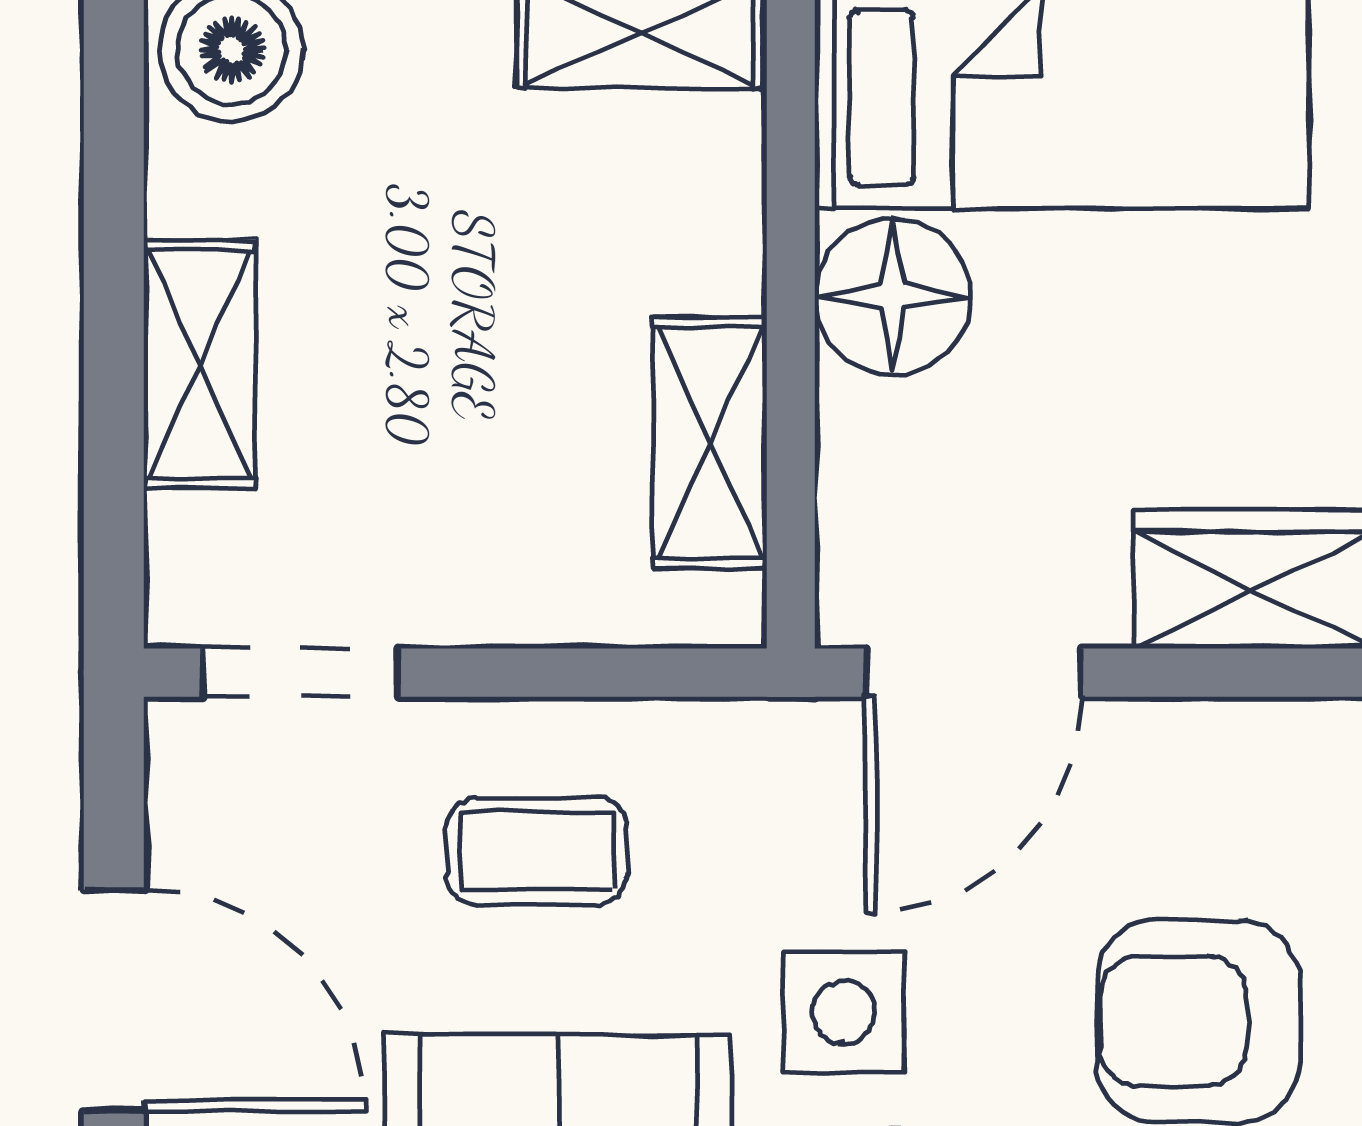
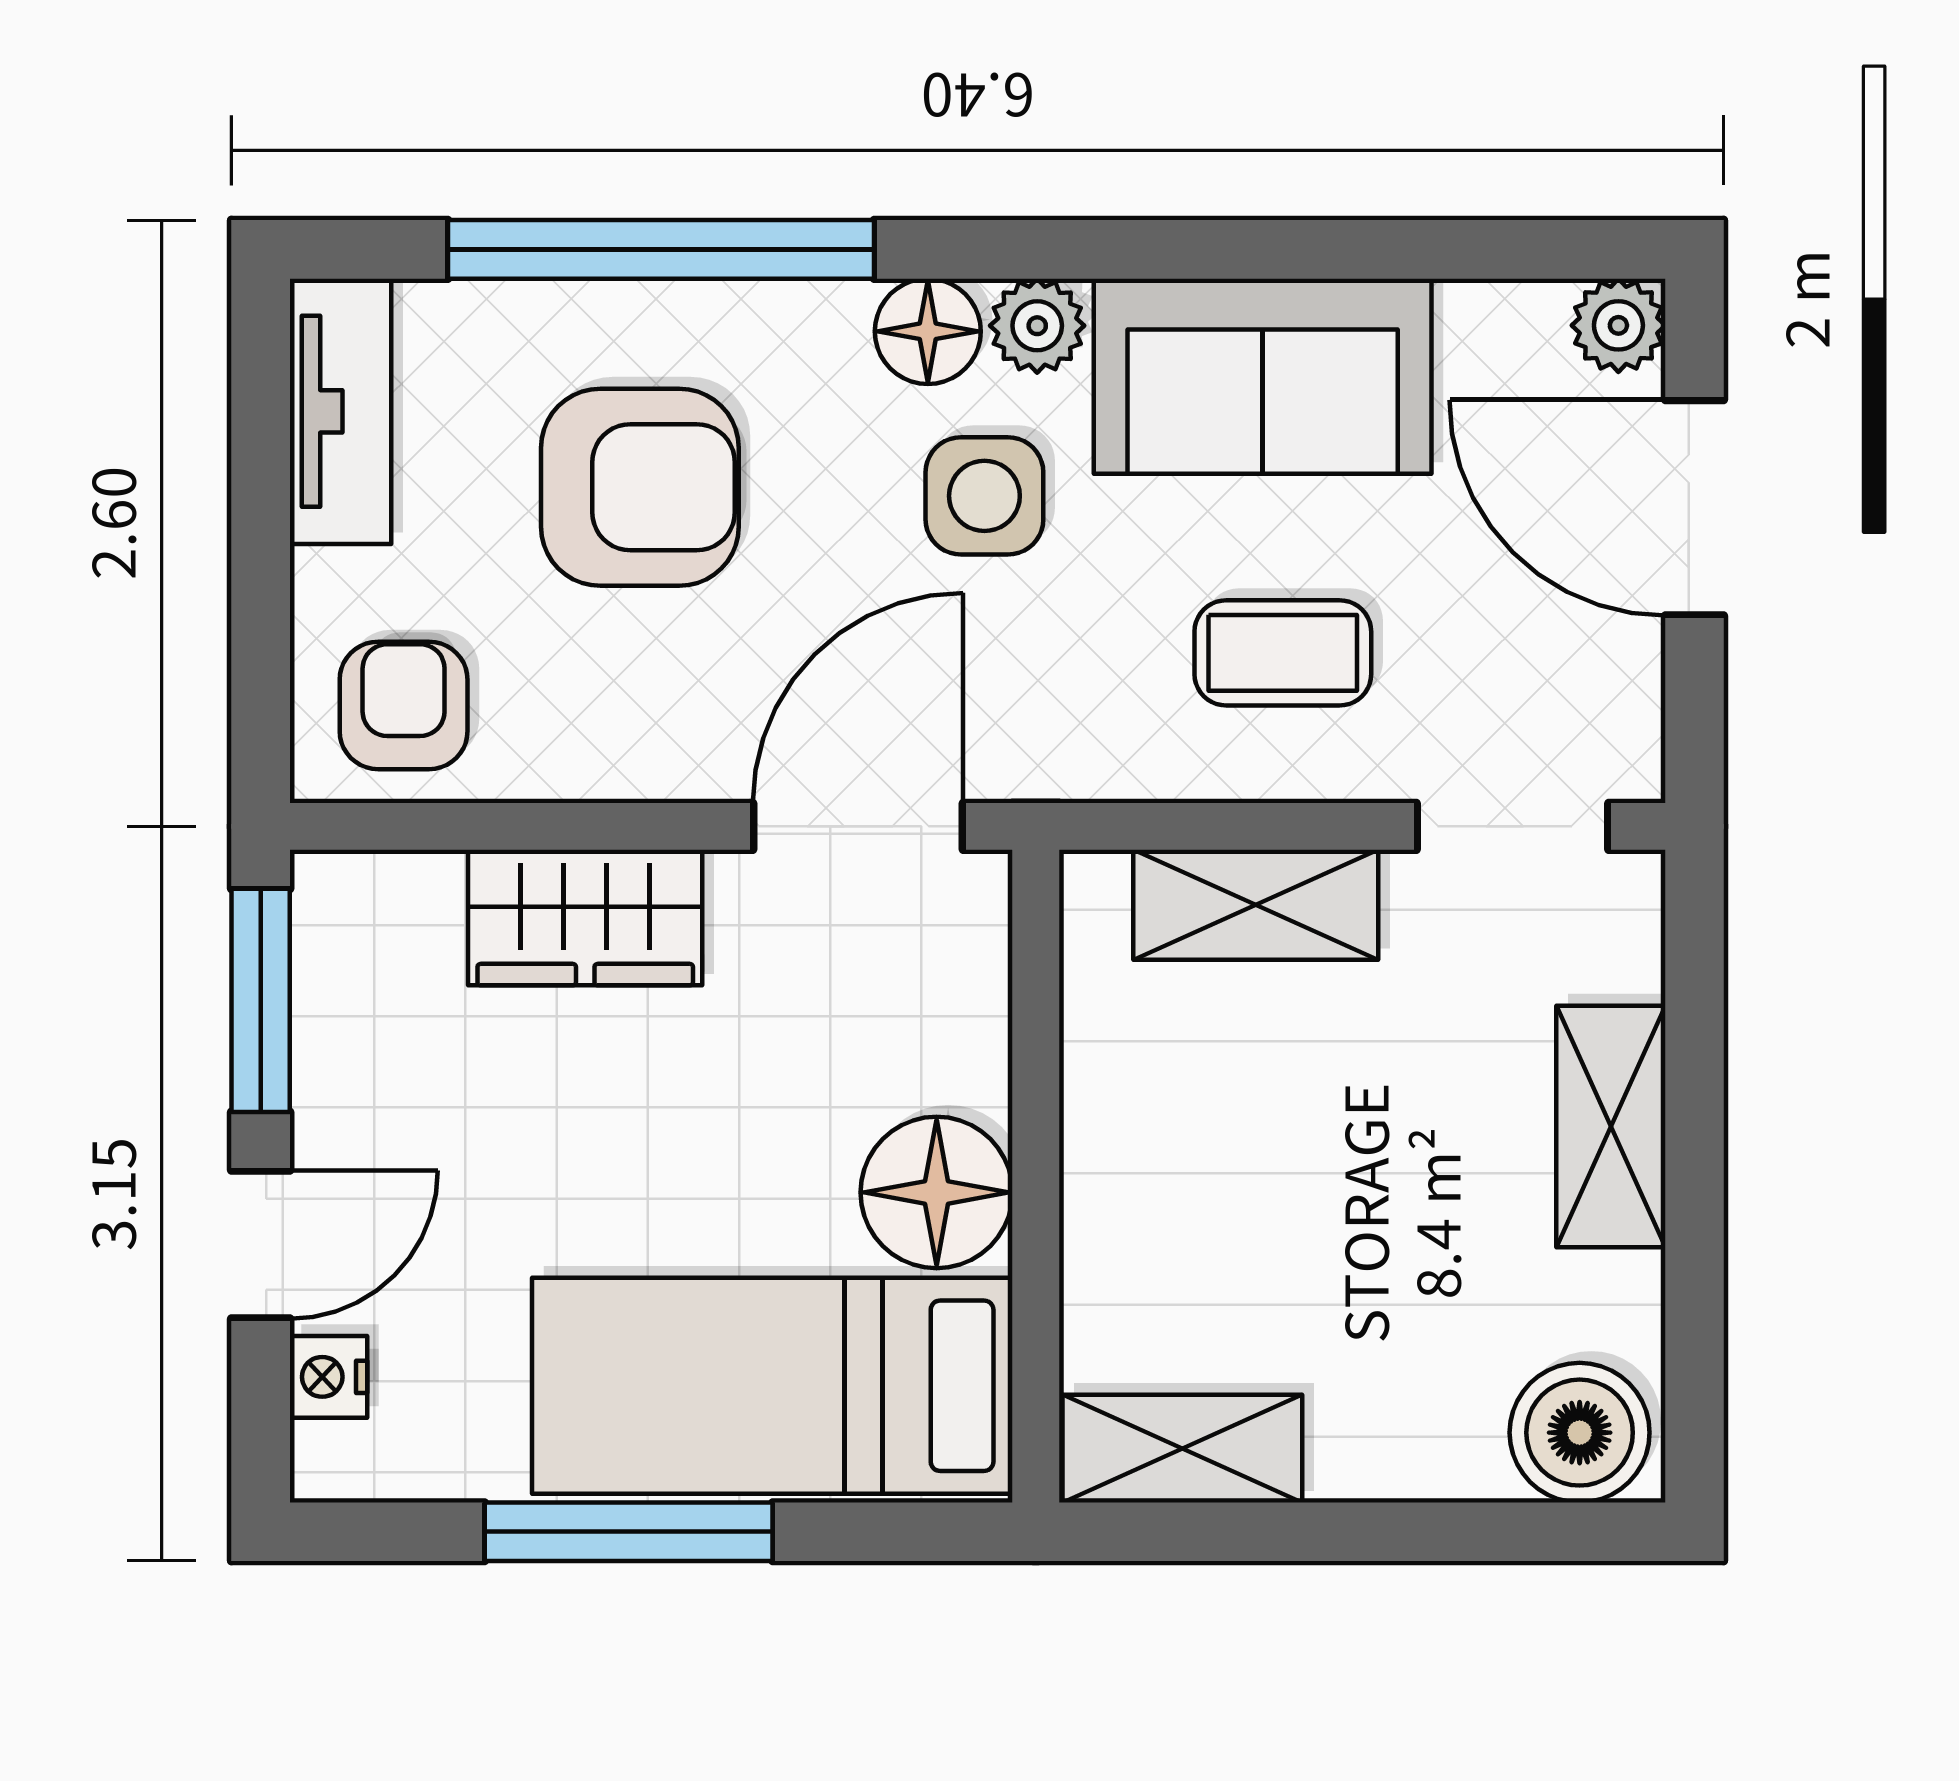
shelving: (710, 443) -> (1256, 905), moved, turned 90

